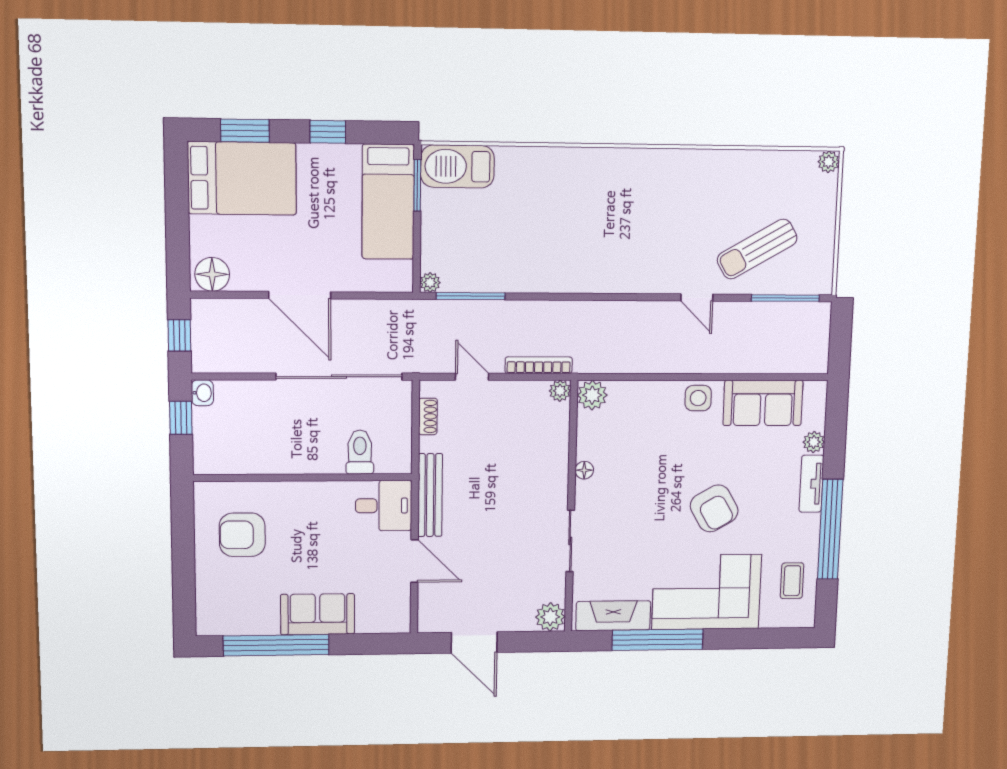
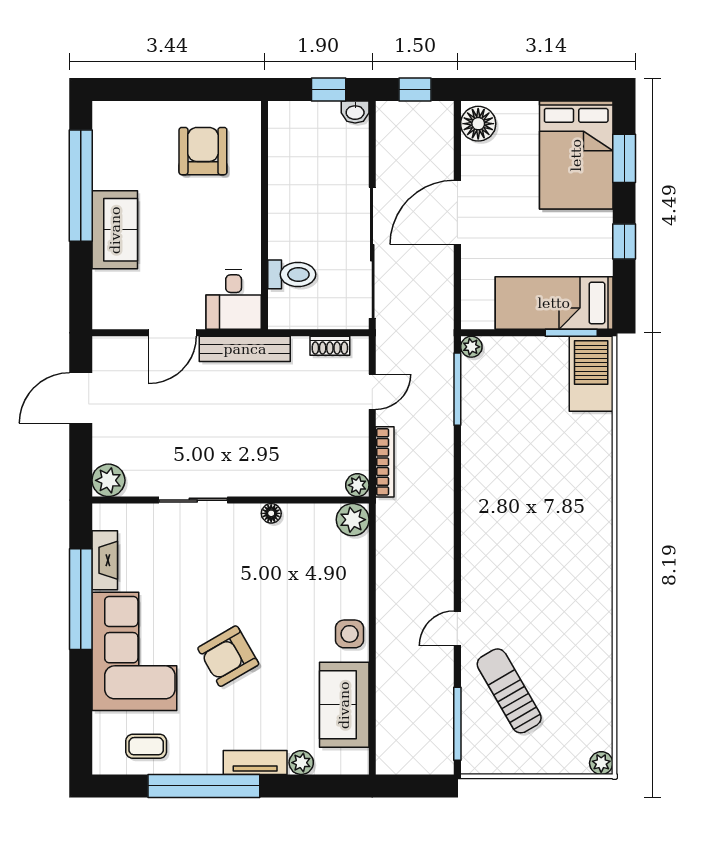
fireplace: (613, 616) -> (105, 560), width x0.73, depth x0.76

